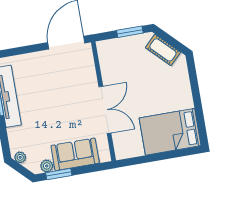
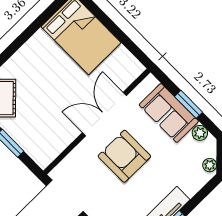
armchair: (67, 104) -> (124, 156), added
window: (59, 174) -> (188, 104), moved

